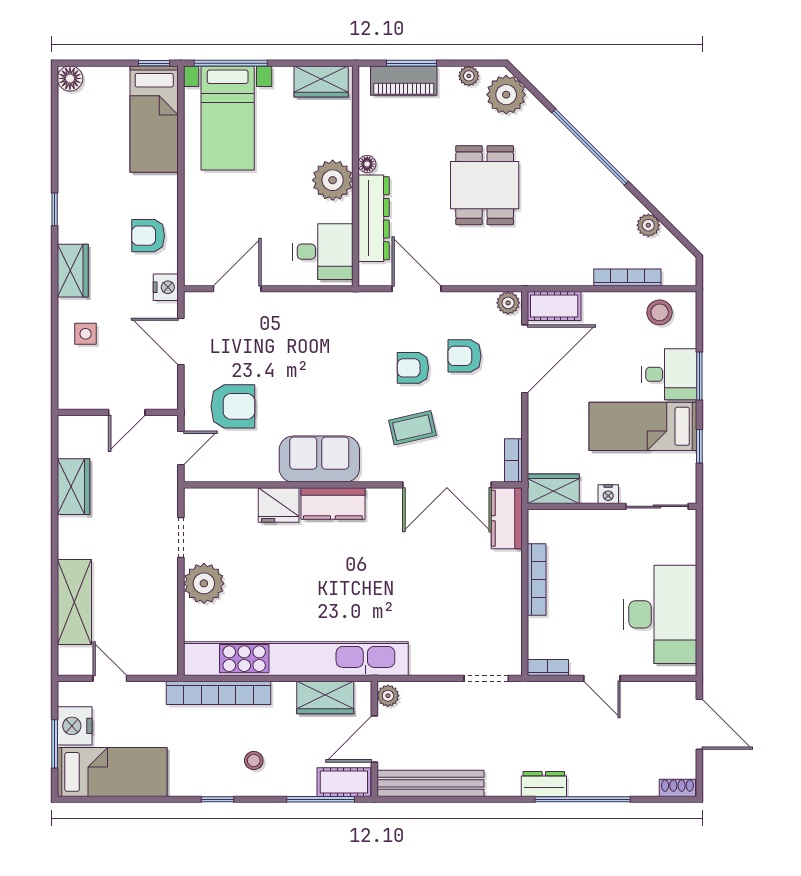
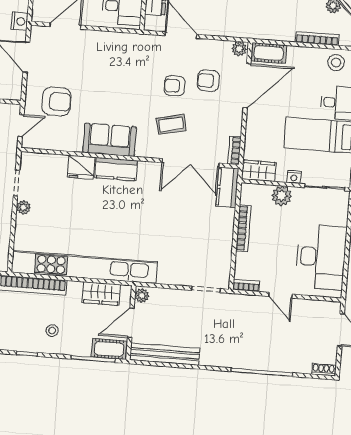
plant: (592, 525) -> (282, 196), added
plant: (204, 583) -> (23, 207), width x0.53, depth x0.53
dresser: (544, 784) -> (238, 360), removed

